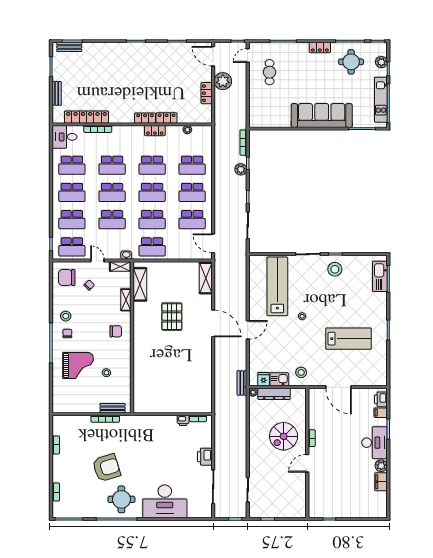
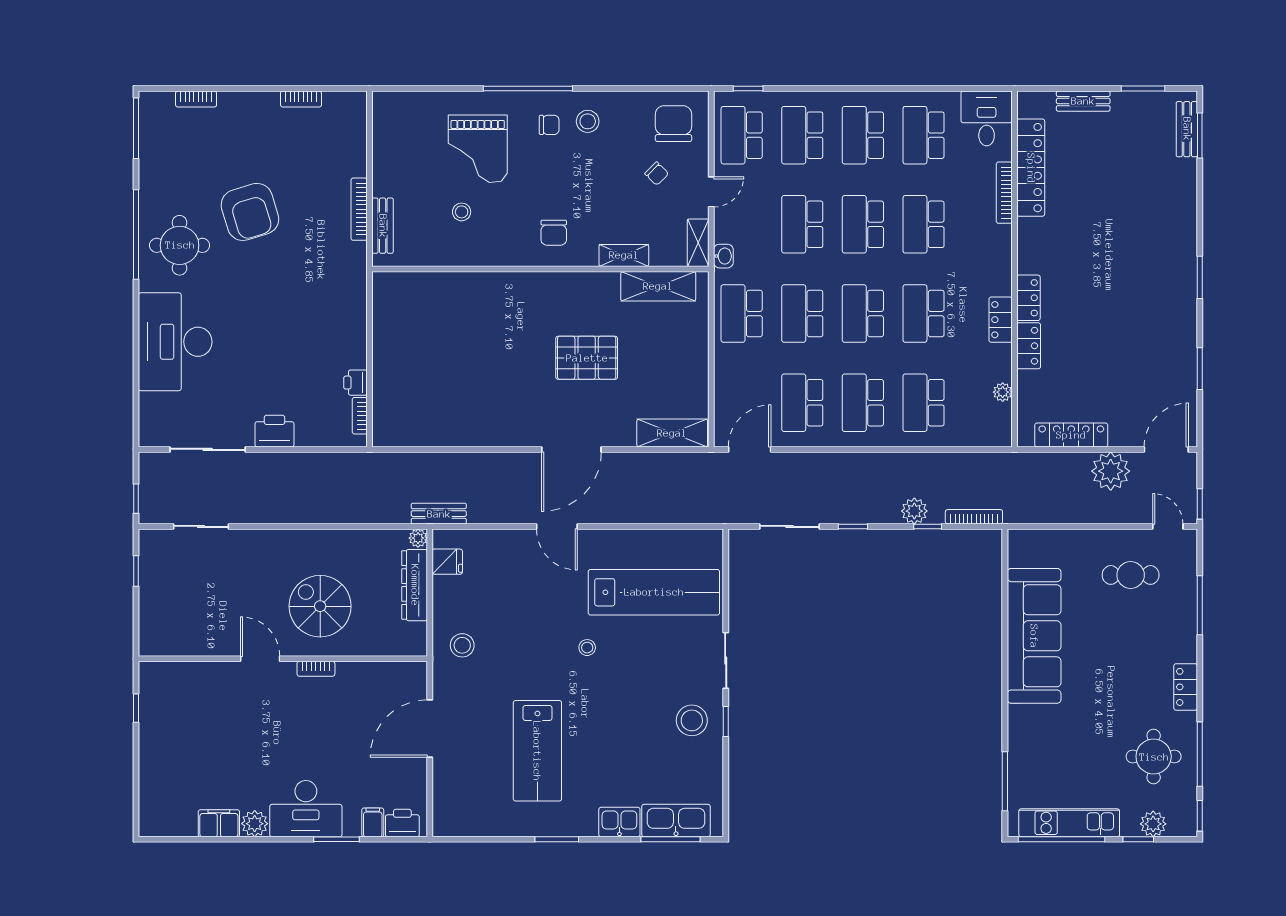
locker: (207, 93) -> (1071, 435), width x1.53
sofa: (322, 116) -> (1034, 636), moved
kitchen sink: (279, 379) -> (619, 822), moved, turned -90

